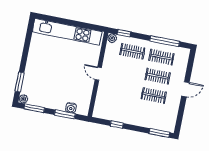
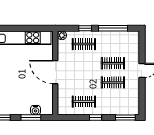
window: (124, 33) -> (85, 28), moved
clothes rail: (161, 57) -> (84, 102), moved
door: (98, 74) -> (55, 72), width x1.87
window: (117, 125) -> (96, 118), moved

